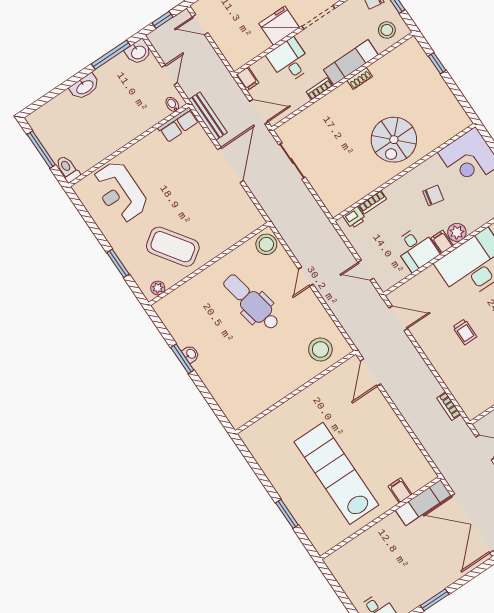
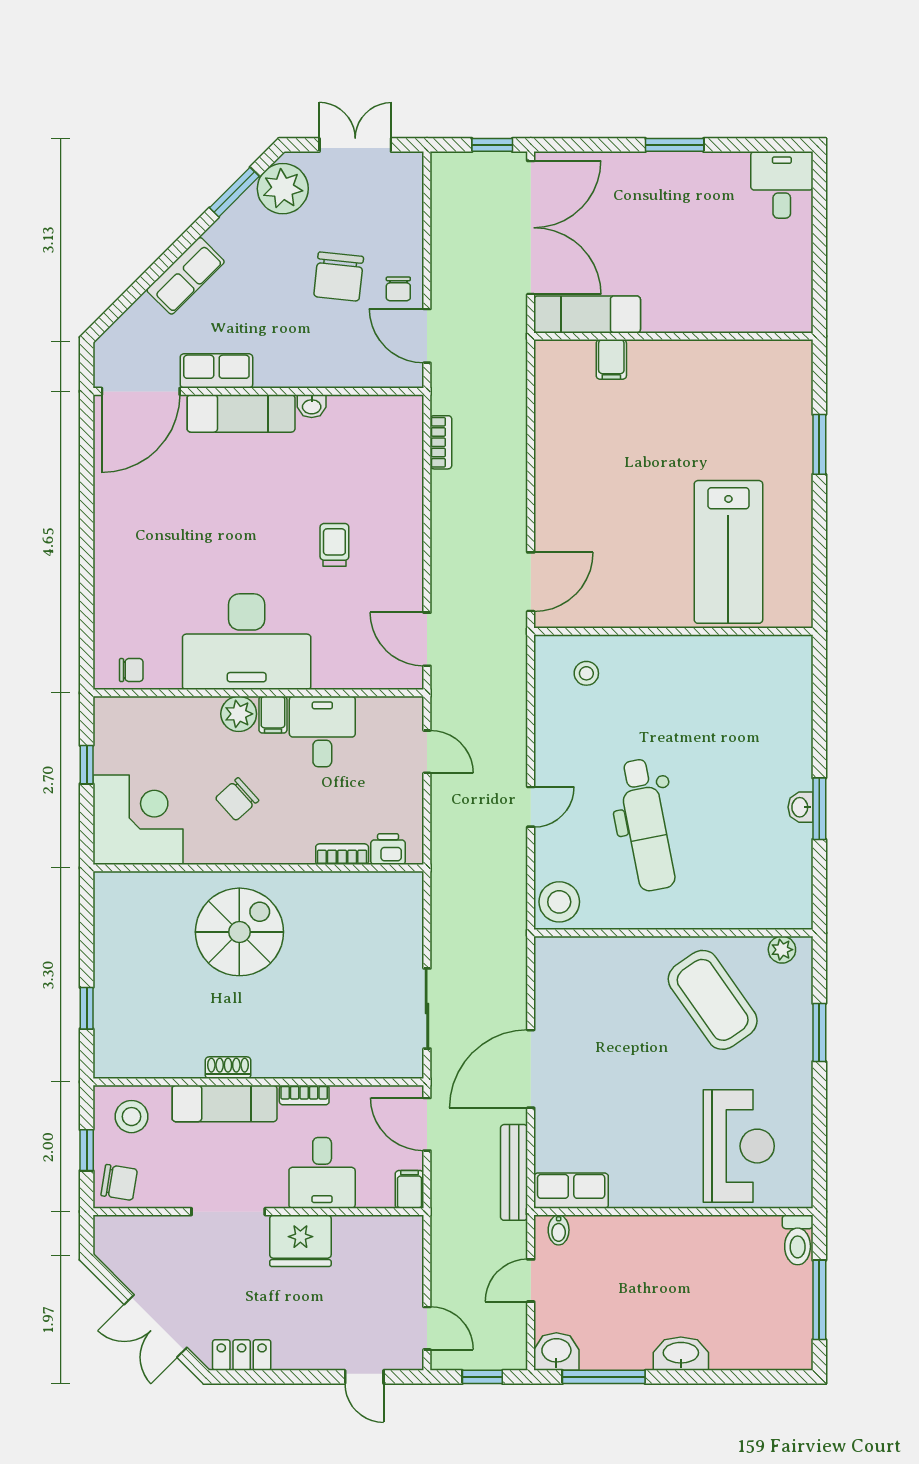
chair: (433, 195) -> (237, 799), turned -54
stool: (320, 349) -> (586, 673), width x0.53, depth x0.53
lab bench: (336, 473) -> (728, 552), moved, width x0.73

